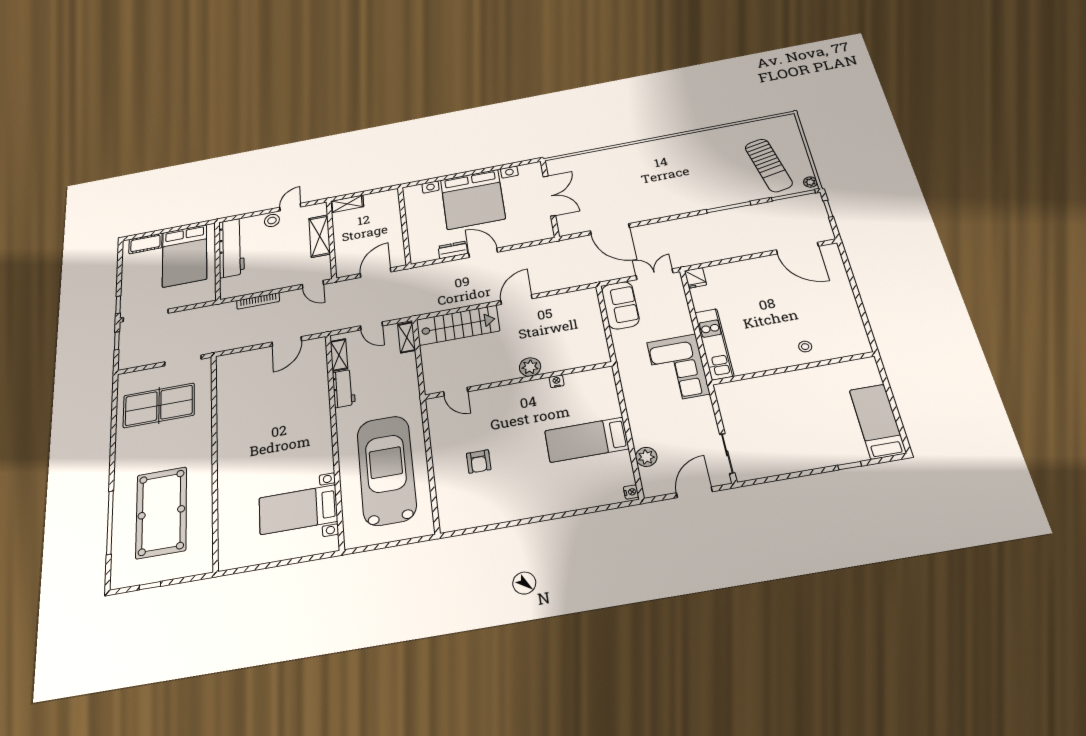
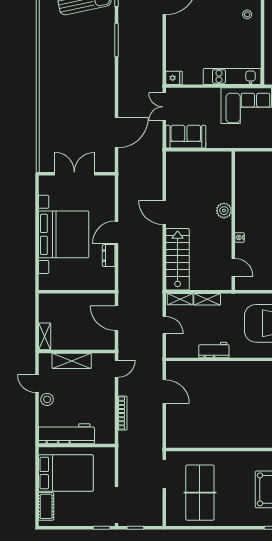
door: (372, 326) -> (164, 325), hinge flipped
shelving: (339, 355) -> (207, 299), moved
nightstand: (557, 381) -> (239, 237), moved
door: (456, 392) -> (233, 267), hinge flipped

